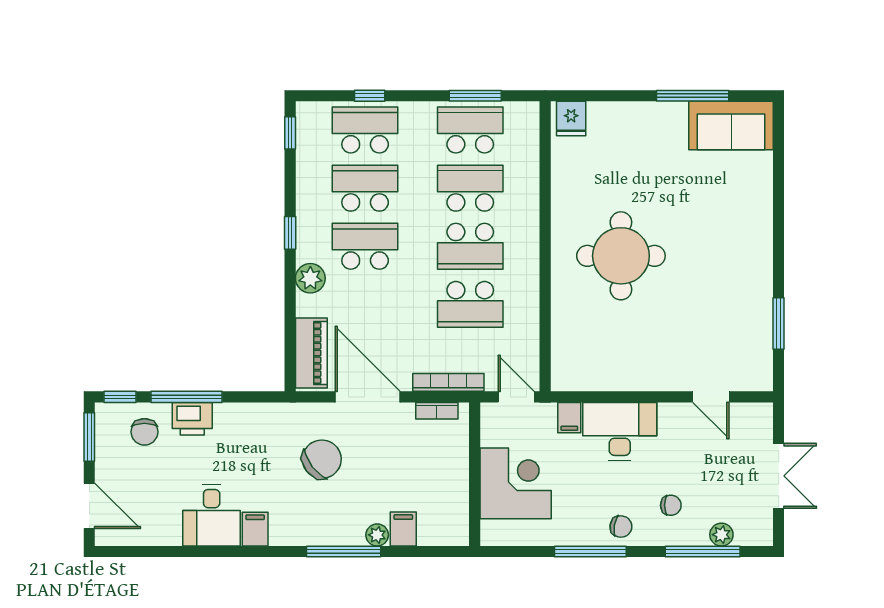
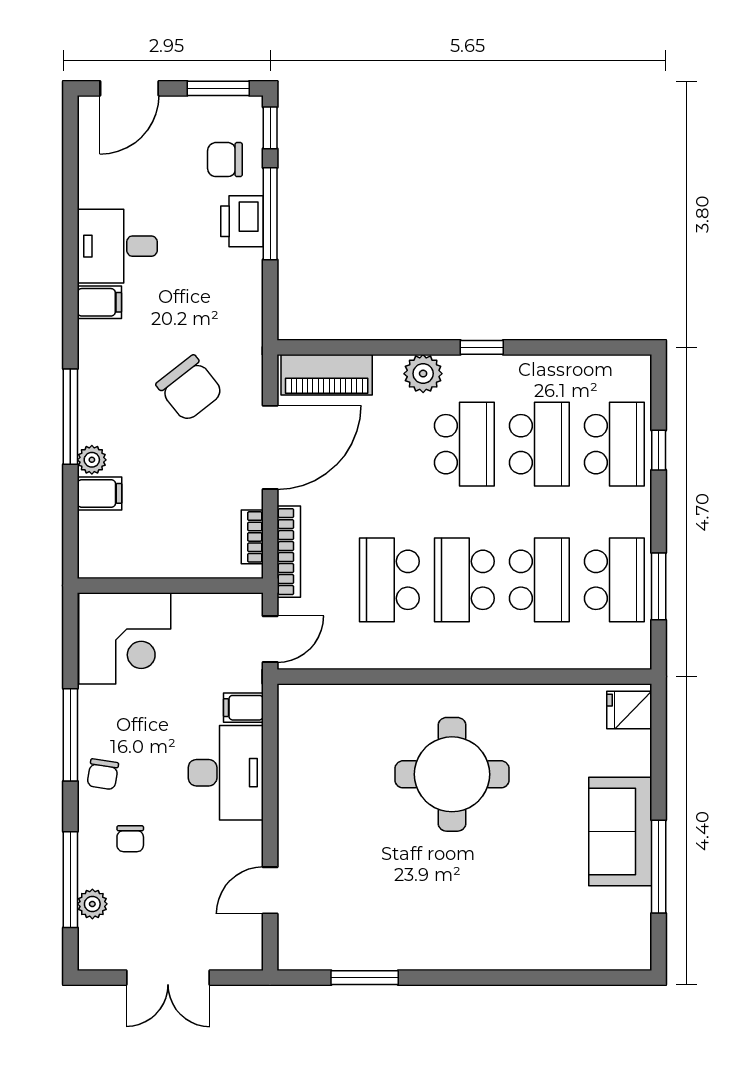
sofa: (731, 125) -> (620, 831), moved
window: (290, 133) -> (611, 347), removed
corner desk: (516, 483) -> (125, 638), moved

